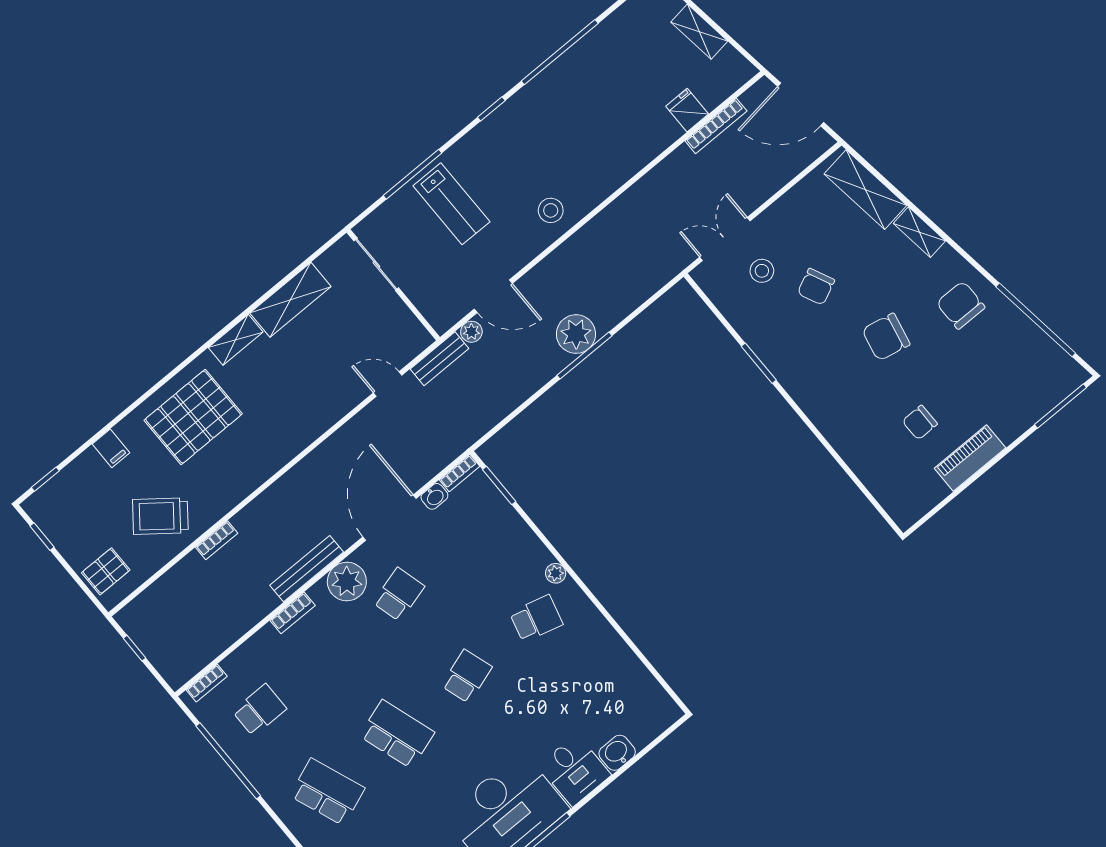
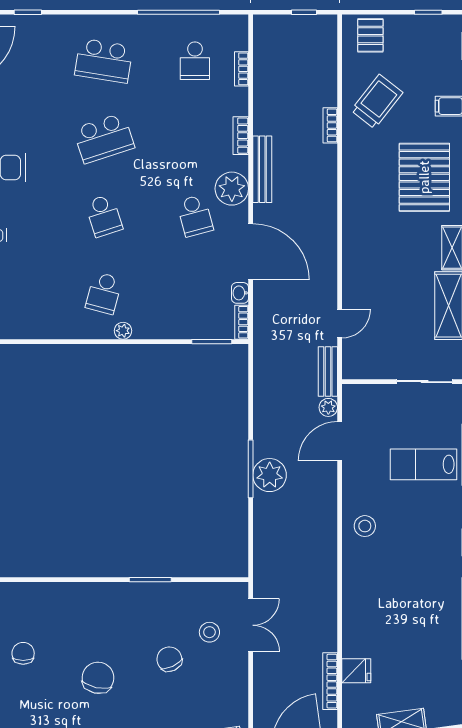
bookcase: (207, 683) -> (242, 69), moved
school desk: (327, 792) -> (104, 61), turned 30

